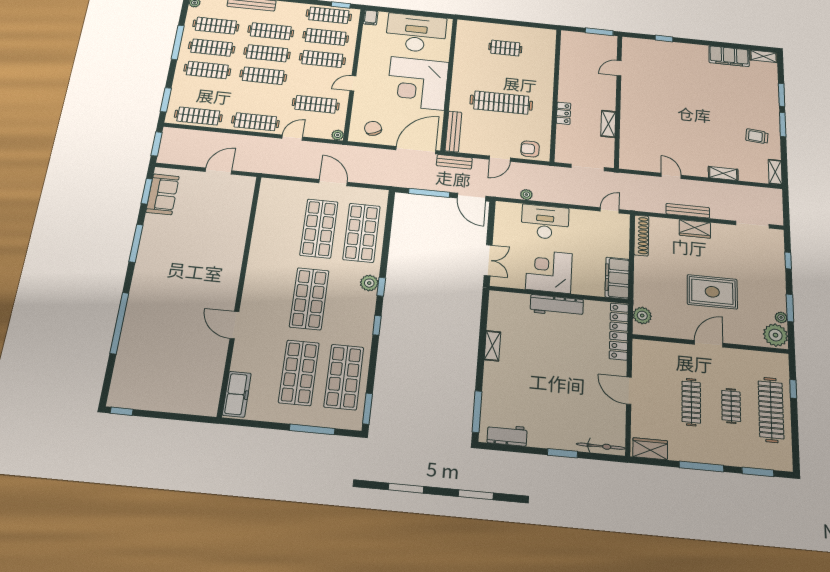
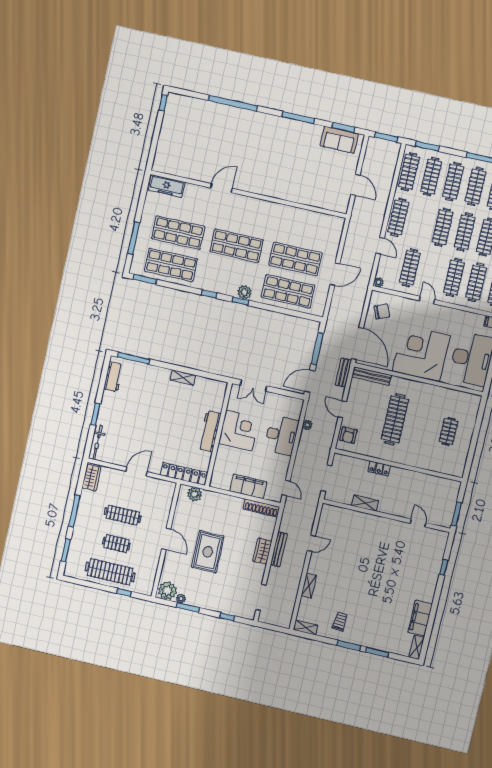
clothes rail: (203, 93) -> (431, 177), added
armchair: (530, 149) -> (348, 435), turned 180
filing cabinet: (617, 278) -> (248, 486), moved

